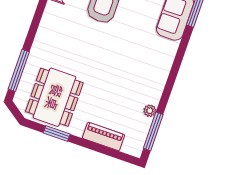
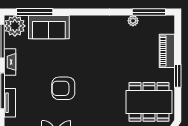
window: (57, 134) -> (178, 76), moved

